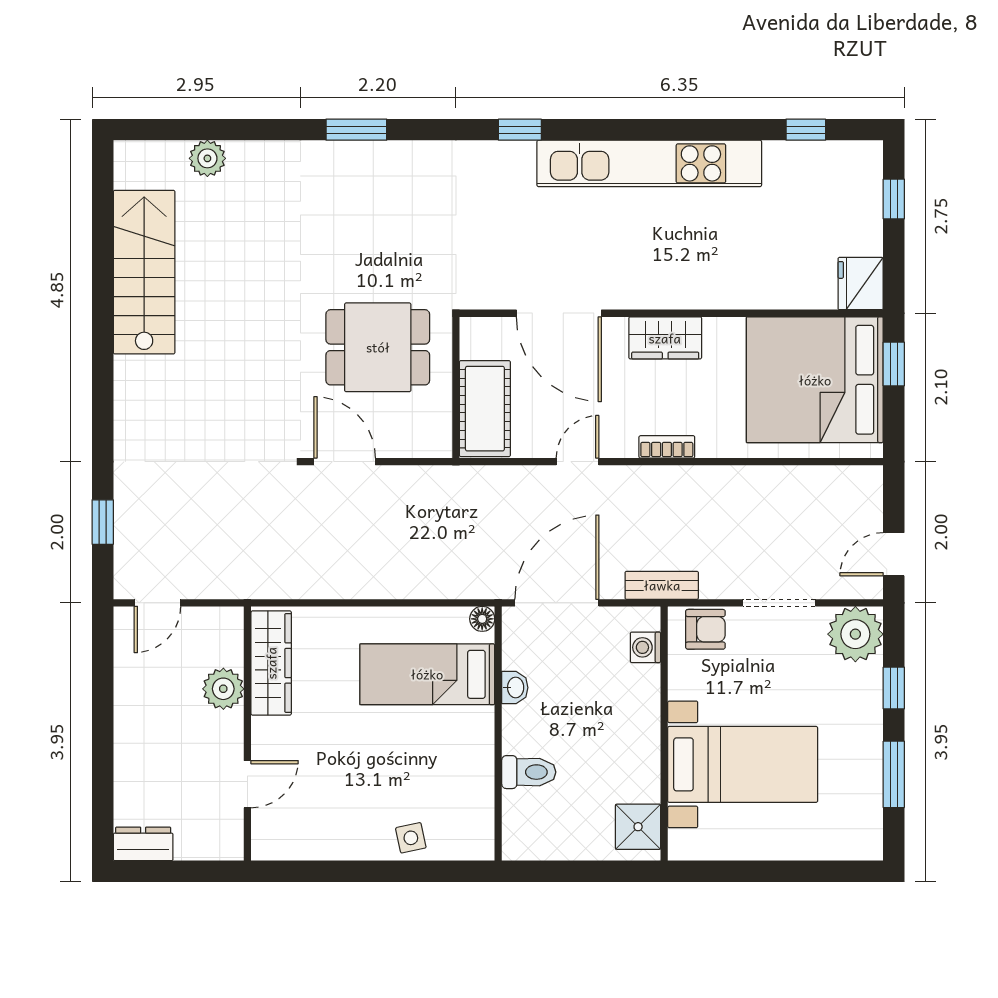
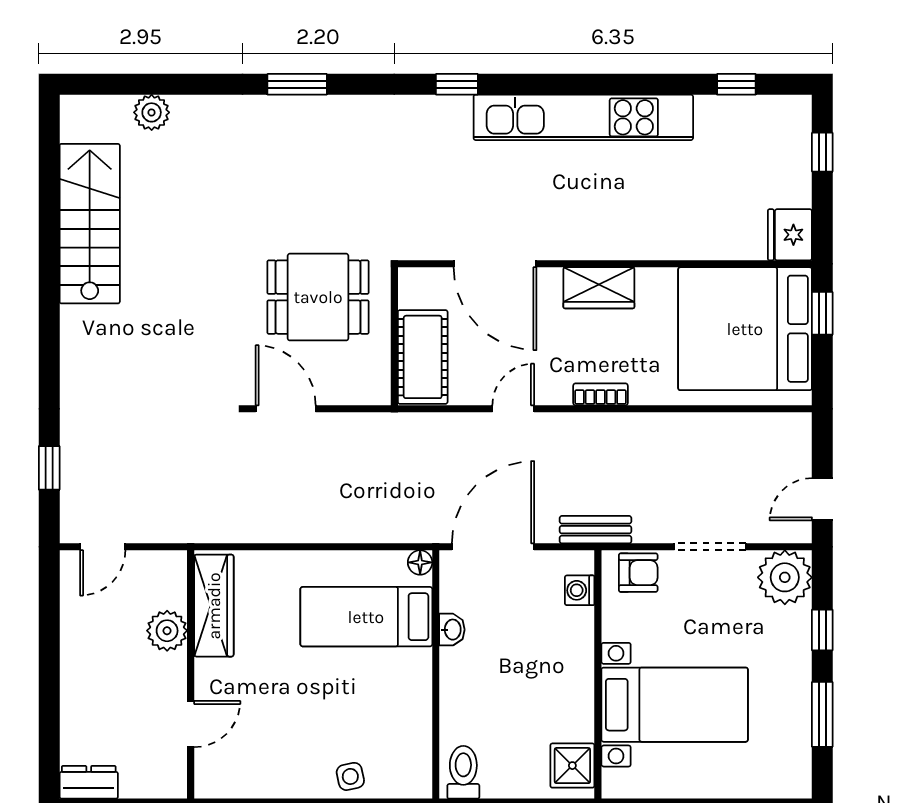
toilet: (529, 772) -> (463, 772), moved, turned -90

